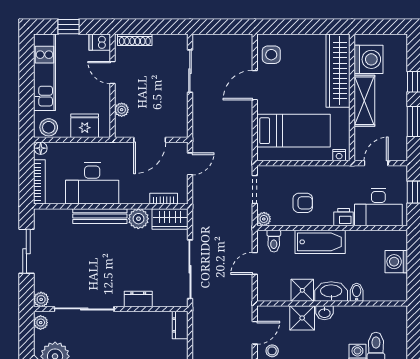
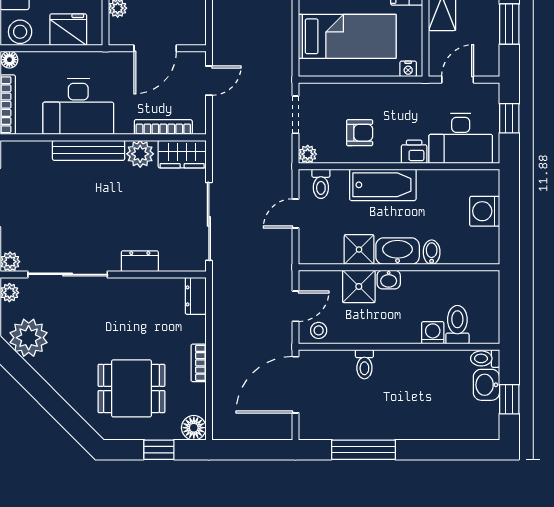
bookcase: (164, 199) -> (163, 127), width x1.56

